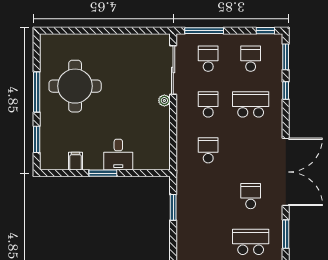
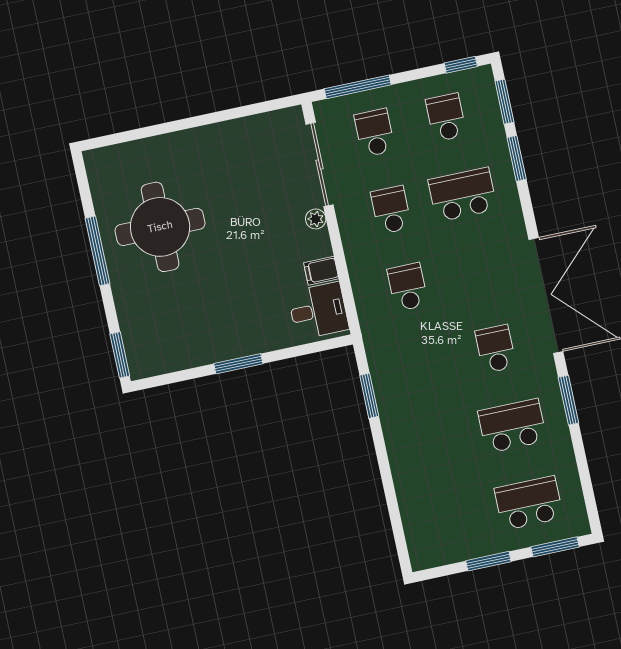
window: (286, 91) -> (517, 158), width x1.50
window: (37, 139) -> (120, 355), moved
desk: (118, 155) -> (318, 311), moved, turned -90
filing cabinet: (76, 161) -> (321, 271), moved, turned -90

